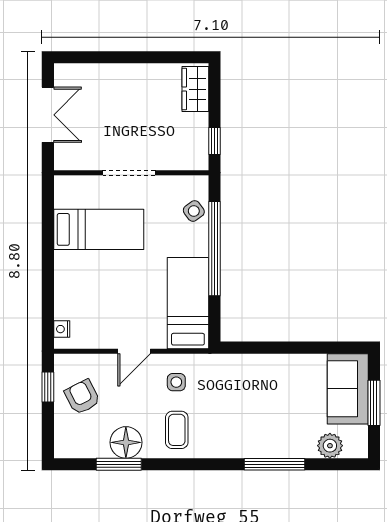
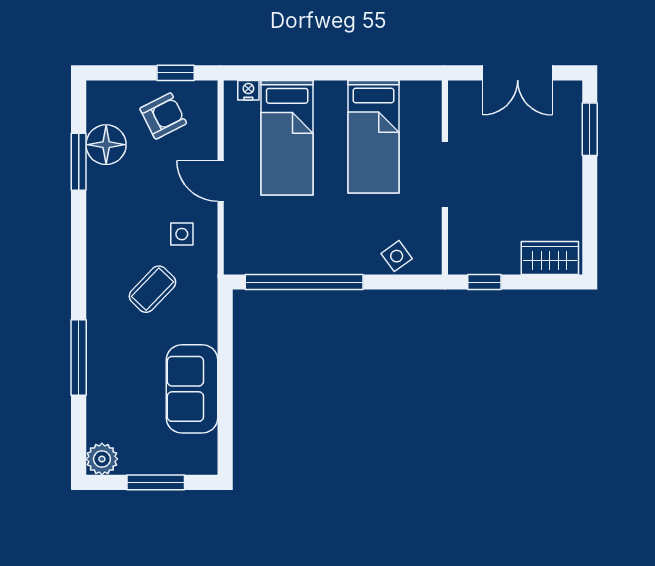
window: (93, 57) -> (590, 129), added
window: (214, 249) -> (304, 282), moved
bed: (188, 303) -> (287, 138), moved, turned 90
sofa: (348, 389) -> (192, 389), moved, turned -90
coffee table: (177, 430) -> (152, 289), moved, turned -46
floor lamp: (126, 442) -> (106, 145), moved
plant: (330, 446) -> (102, 459), moved

